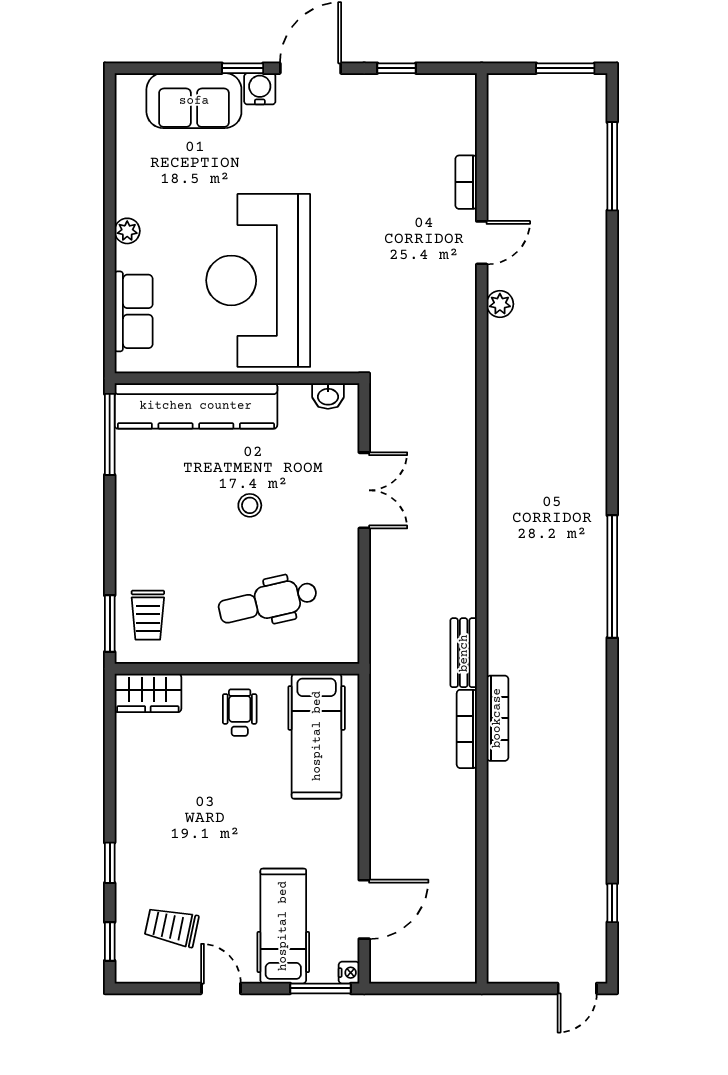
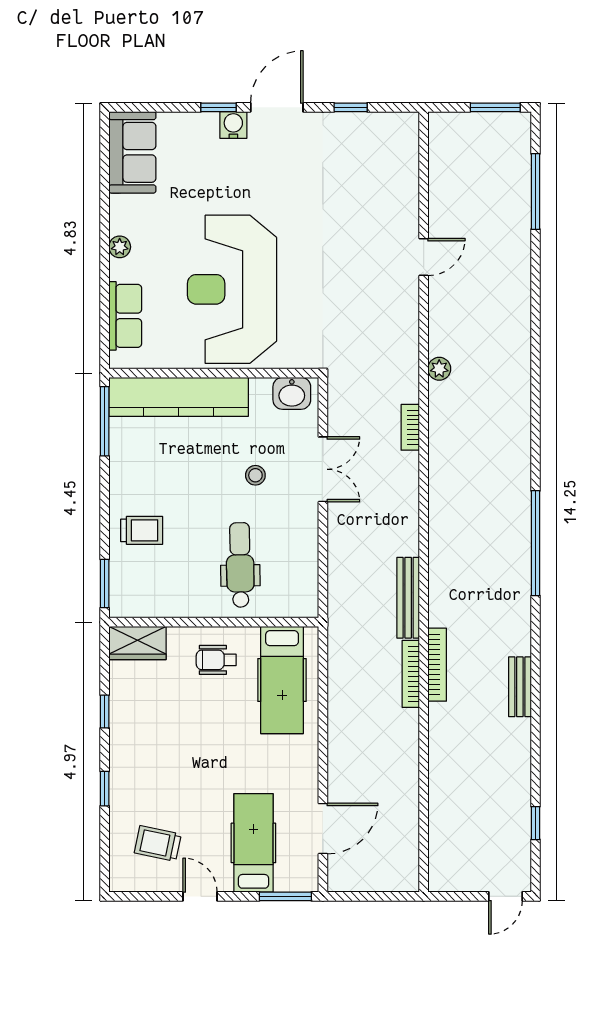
sofa: (194, 101) -> (132, 152), moved, turned -90
bookcase: (466, 182) -> (410, 427), moved
plant: (500, 304) -> (439, 369), moved
washbasin: (328, 396) -> (292, 393), width x1.38, depth x1.45
stool: (250, 505) -> (255, 475), moved
dental chair: (268, 602) -> (240, 565), turned 102
trolley: (148, 615) -> (142, 530), moved, turned -90
bench: (464, 653) -> (408, 598), width x1.36
wheelchair: (240, 713) -> (216, 660), turned -90
bench: (594, 744) -> (520, 687), added
window: (110, 941) -> (105, 712), moved
nightstand: (349, 973) -> (310, 883), removed

